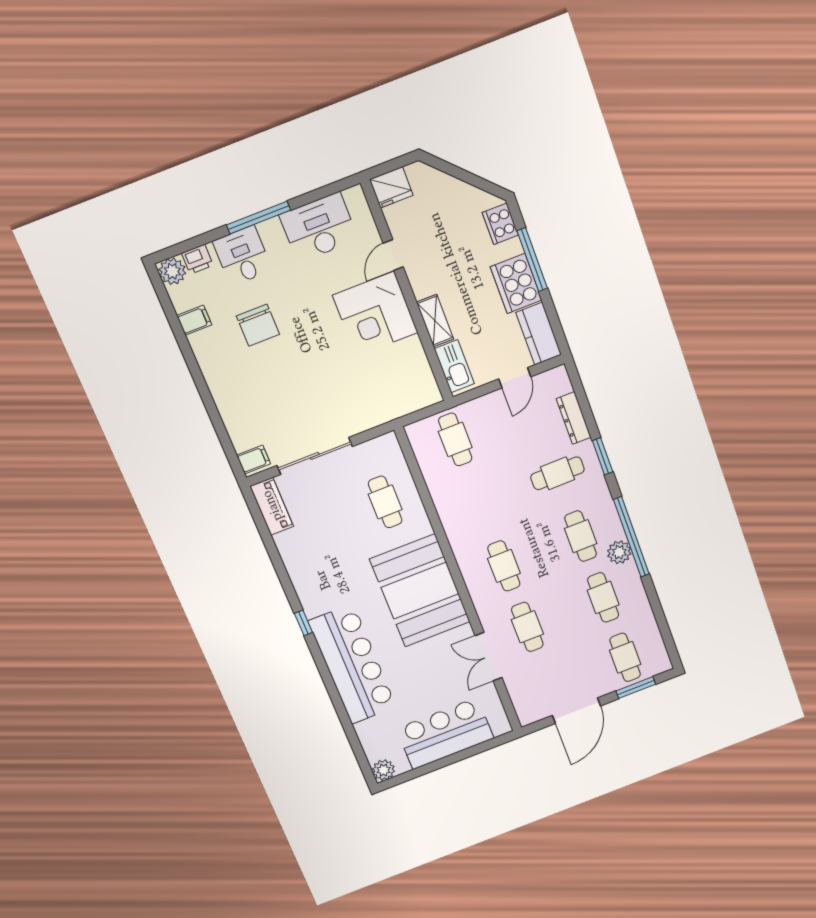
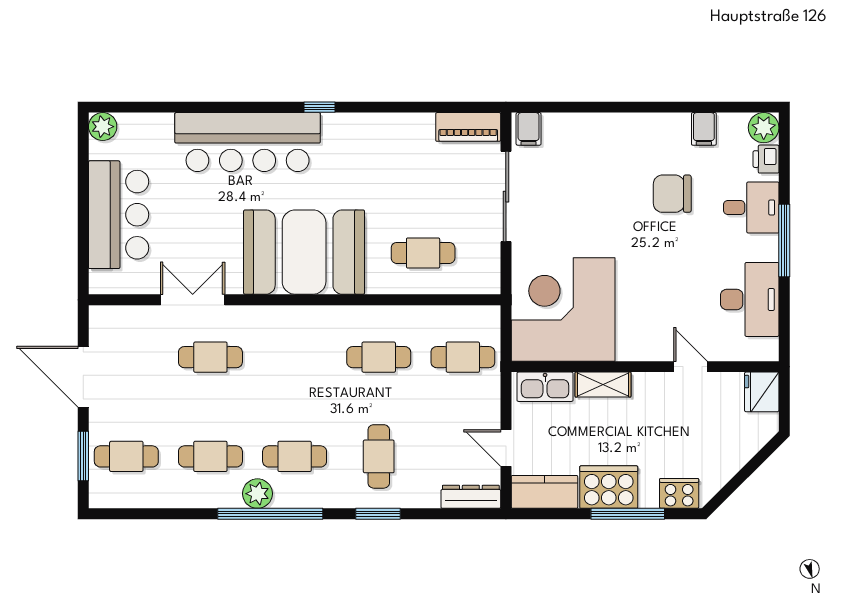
corner desk: (375, 314) -> (563, 309), moved, width x1.36, depth x1.36
dresser: (574, 418) -> (471, 497), moved
cafe table: (504, 566) -> (379, 357), moved

